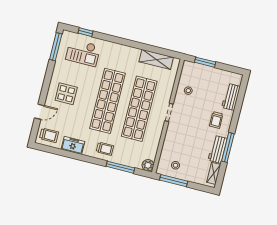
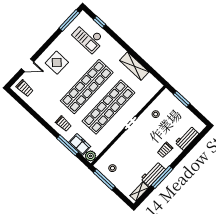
shelving: (156, 59) -> (134, 66), moved
freezer: (73, 145) -> (80, 144), moved

